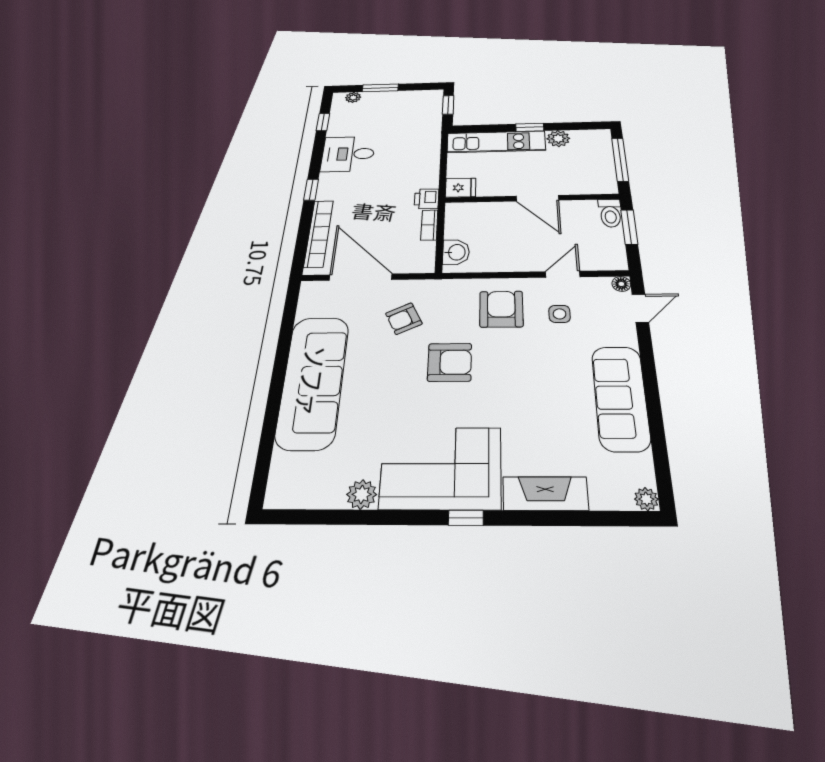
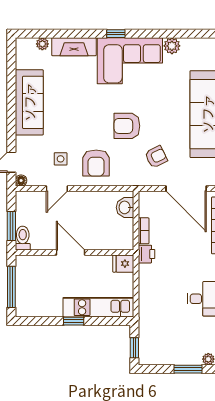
plant: (558, 139) -> (53, 309), removed
plant: (646, 499) -> (42, 44), moved

